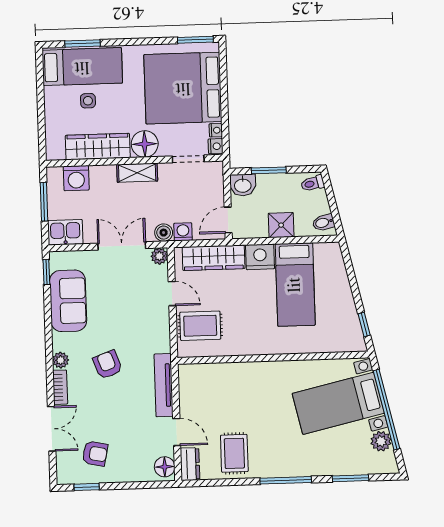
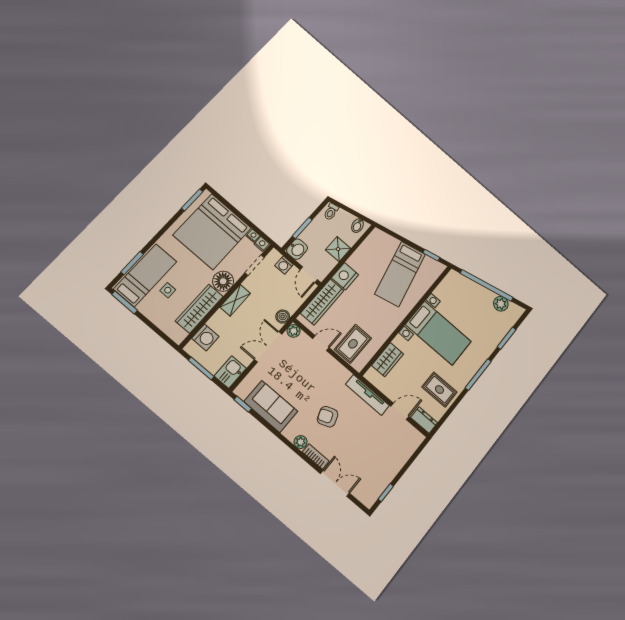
window: (40, 73) -> (125, 302), added
washing machine: (183, 232) -> (284, 265), moved, turned -90
bed: (295, 285) -> (400, 274), moved, turned 77
wardrobe: (216, 374) -> (388, 360), added
bed with nightstands: (338, 403) -> (438, 333), moved, turned -77
armchair: (95, 454) -> (371, 470), removed
floor lamp: (165, 467) -> (413, 436), removed

